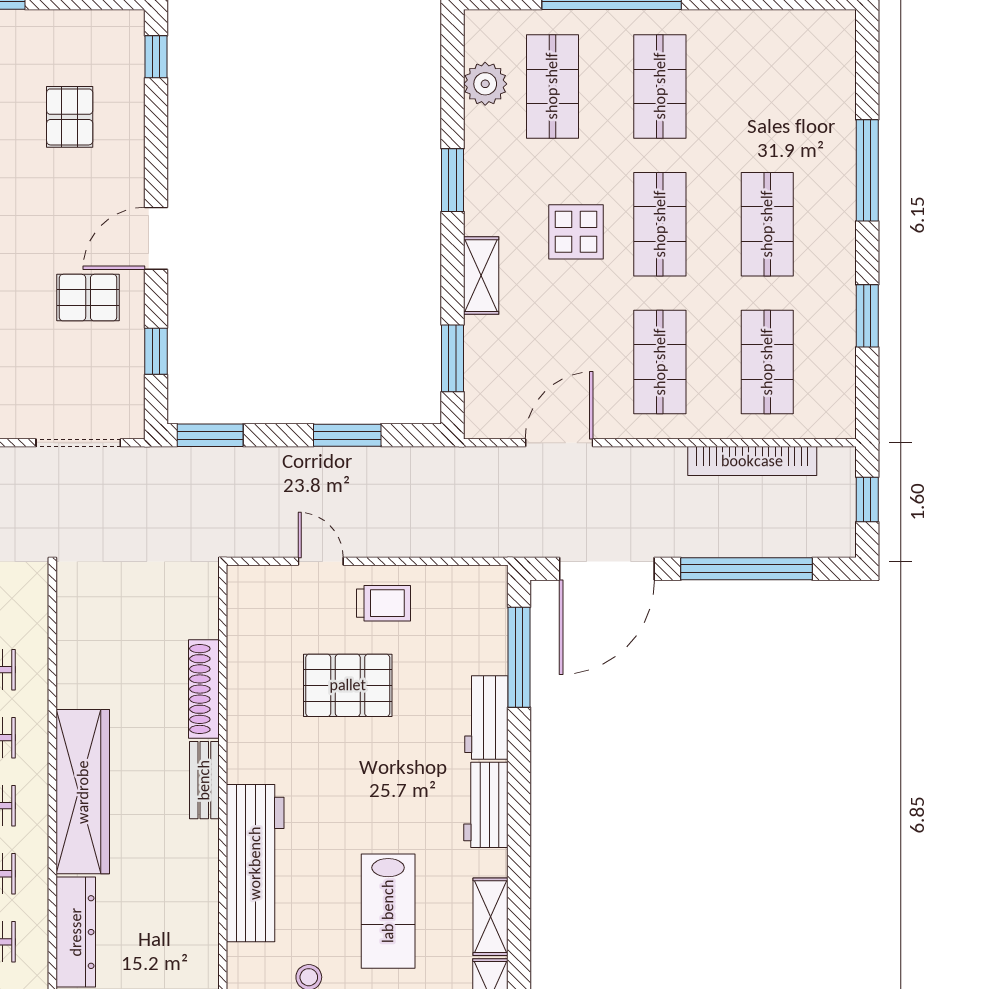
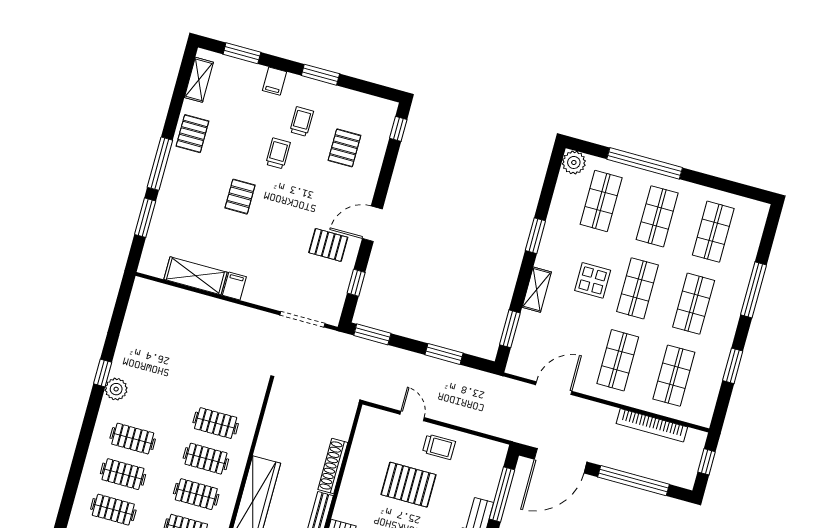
plant: (485, 84) -> (574, 162), moved
shop shelf: (767, 86) -> (713, 232), added

